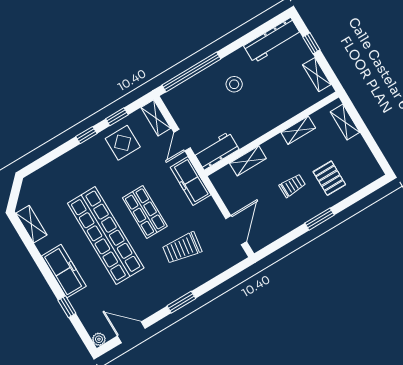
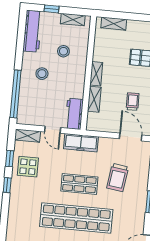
stool: (275, 90) -> (63, 51), added
shelving: (298, 130) -> (96, 74), moved
trolley: (292, 186) -> (133, 102), moved

